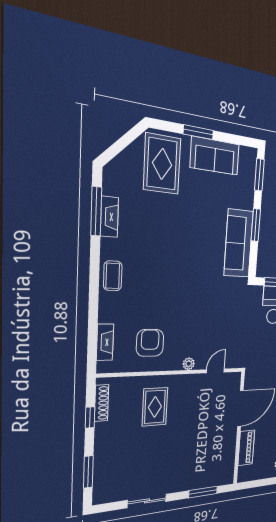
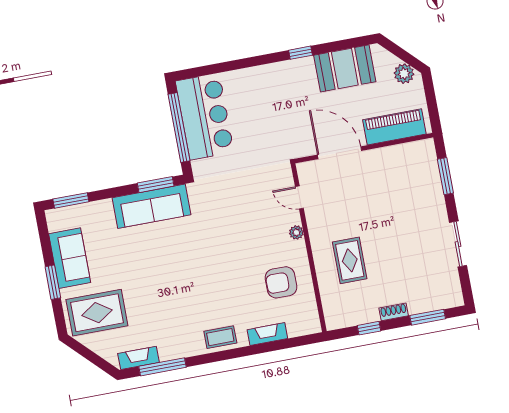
fireplace: (109, 217) -> (139, 358), moved
window: (256, 225) -> (156, 185), moved
fireplace: (105, 342) -> (267, 334), moved
shoe rack: (102, 403) -> (394, 312), moved, width x0.70
rug: (155, 407) -> (350, 260), turned 90
piano: (246, 448) -> (394, 127), width x1.37, depth x1.33

